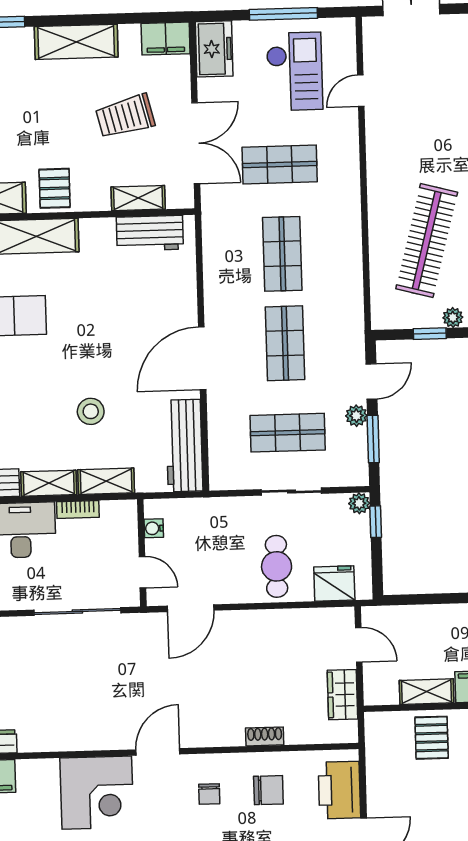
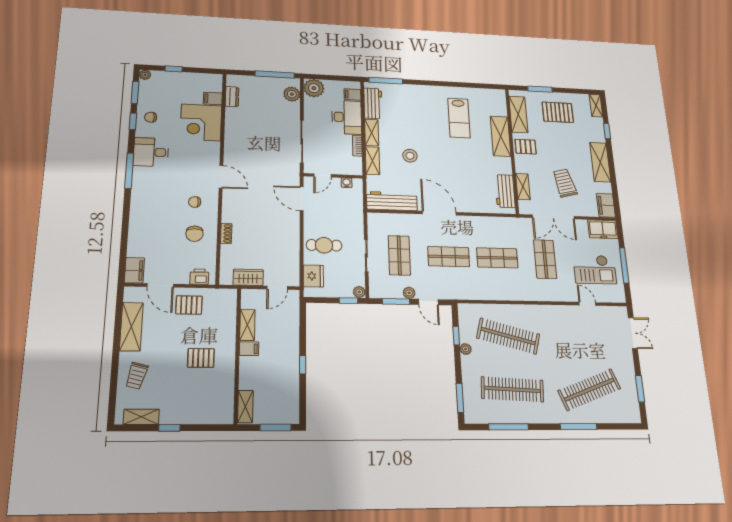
pallet: (432, 738) -> (189, 305), moved
printer: (339, 790) -> (199, 277), width x0.53, depth x0.68
corner desk: (97, 793) -> (201, 123), moved

